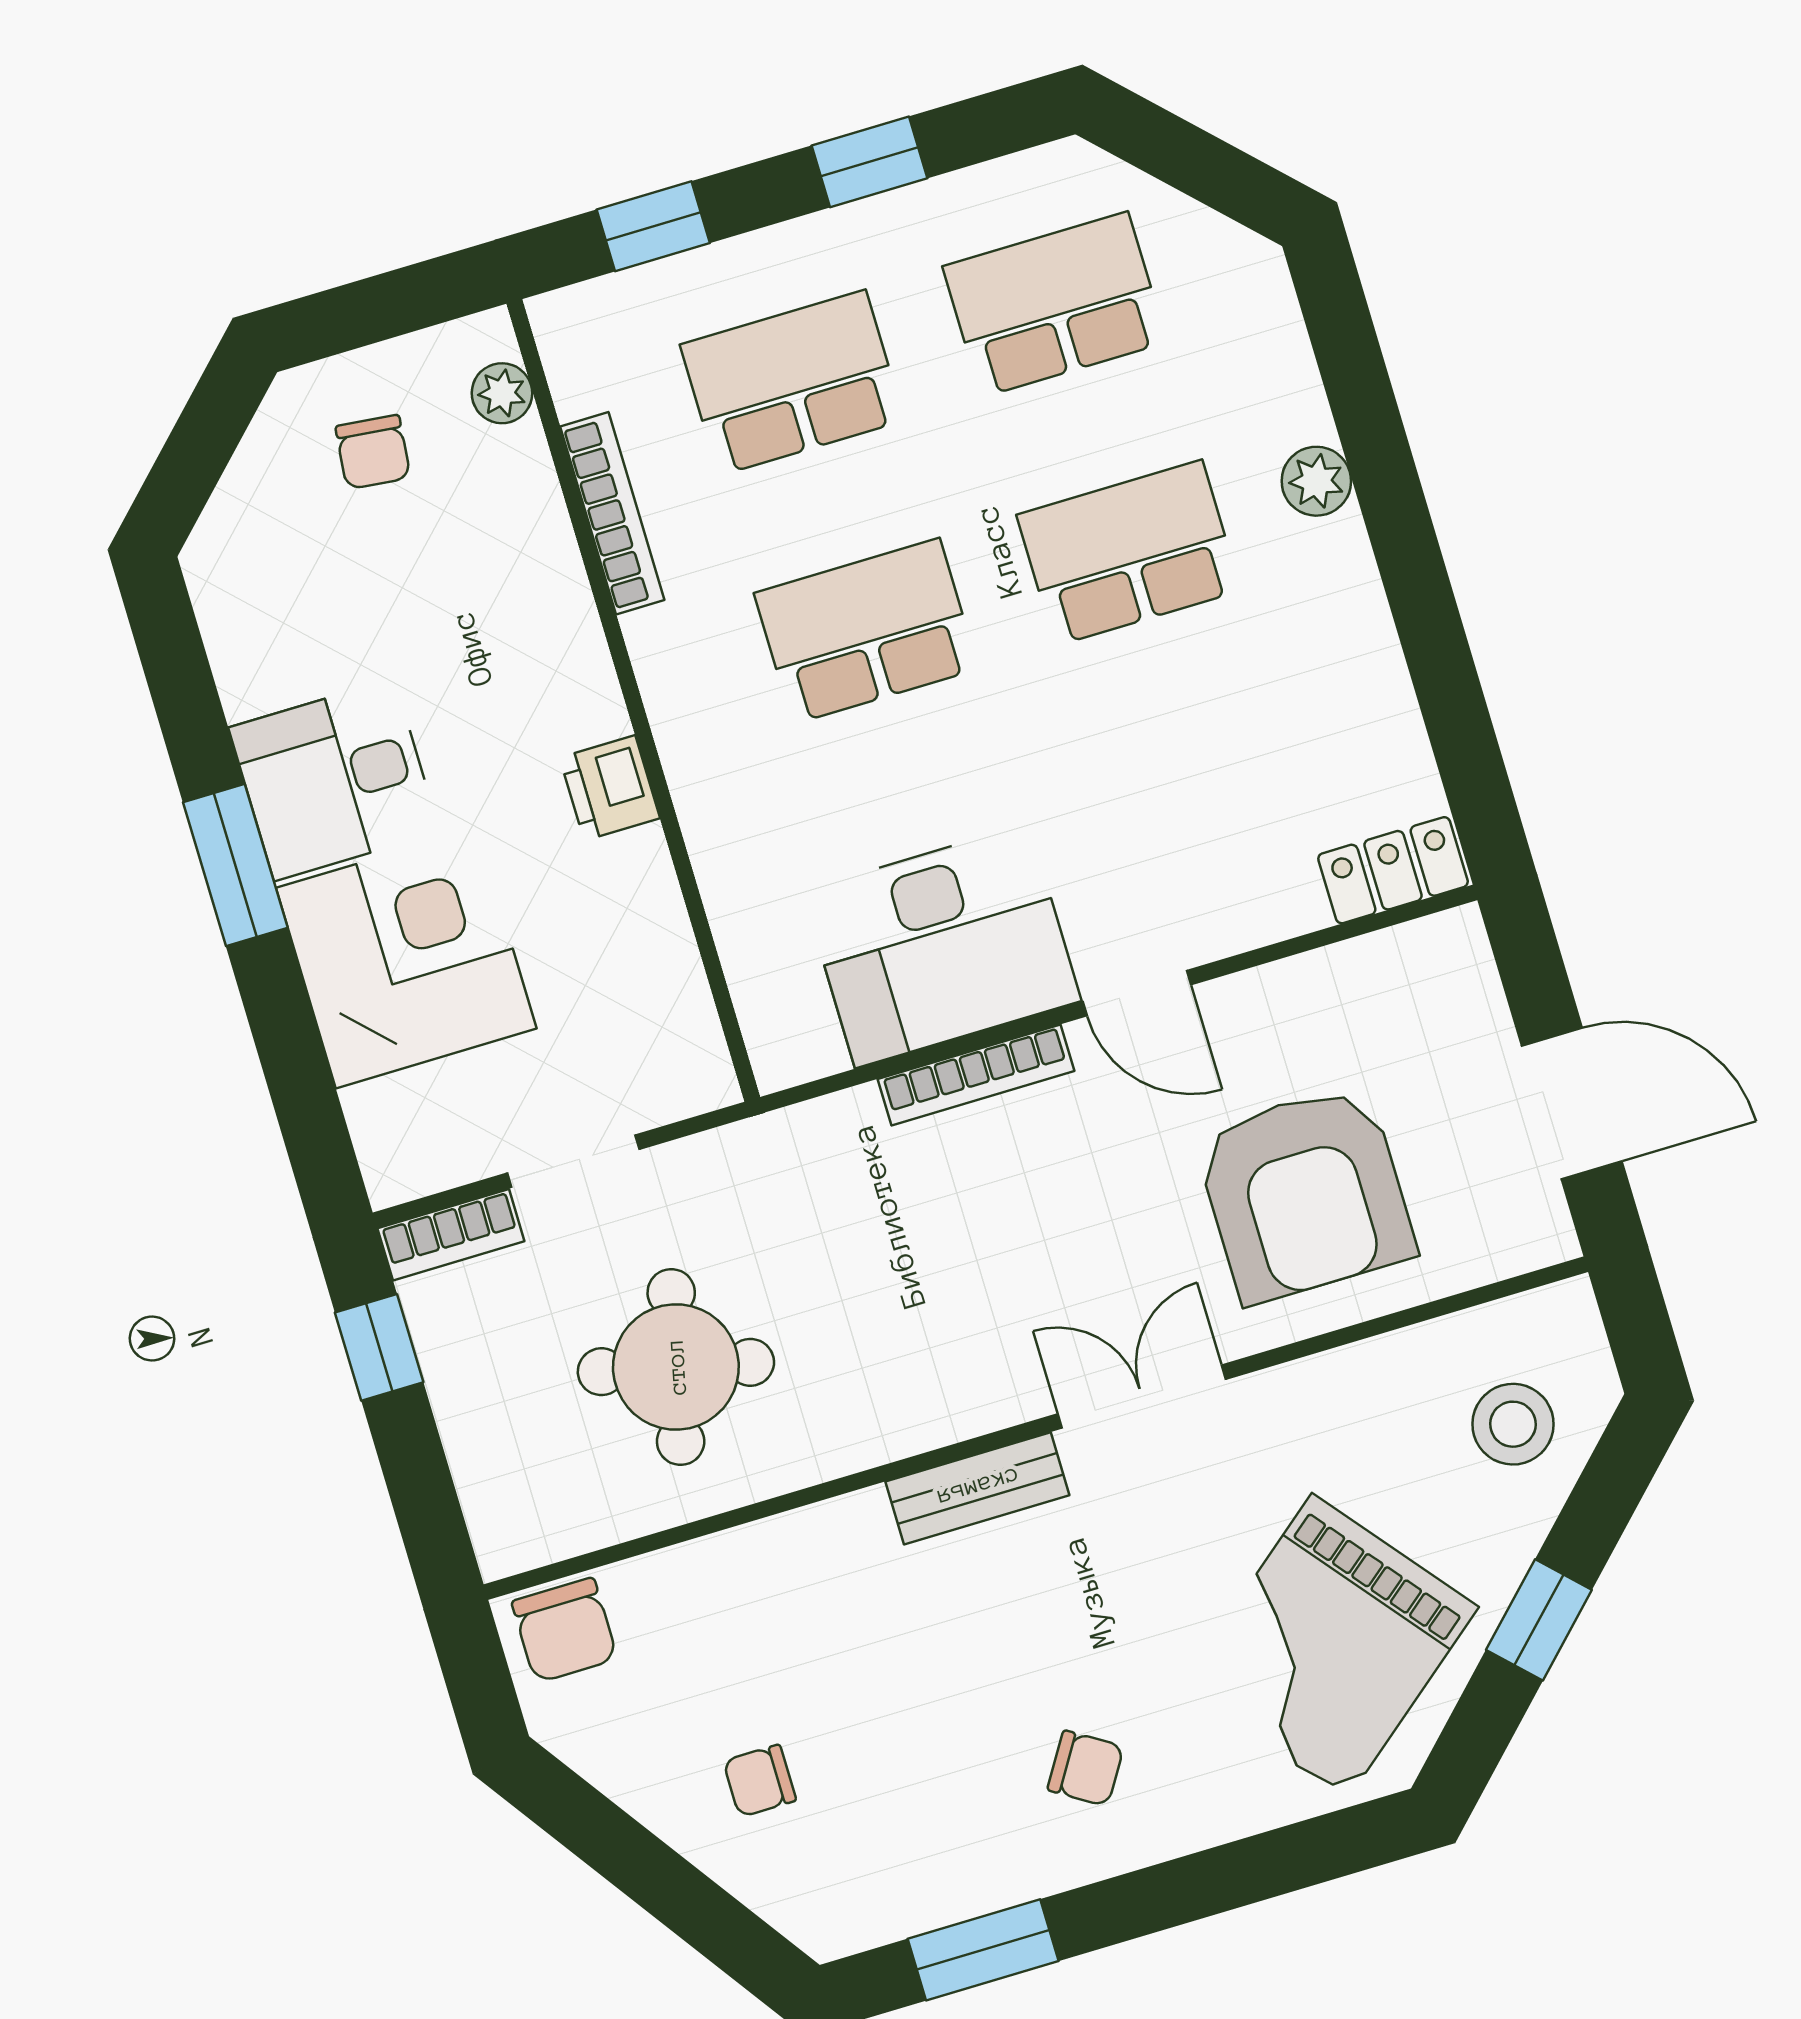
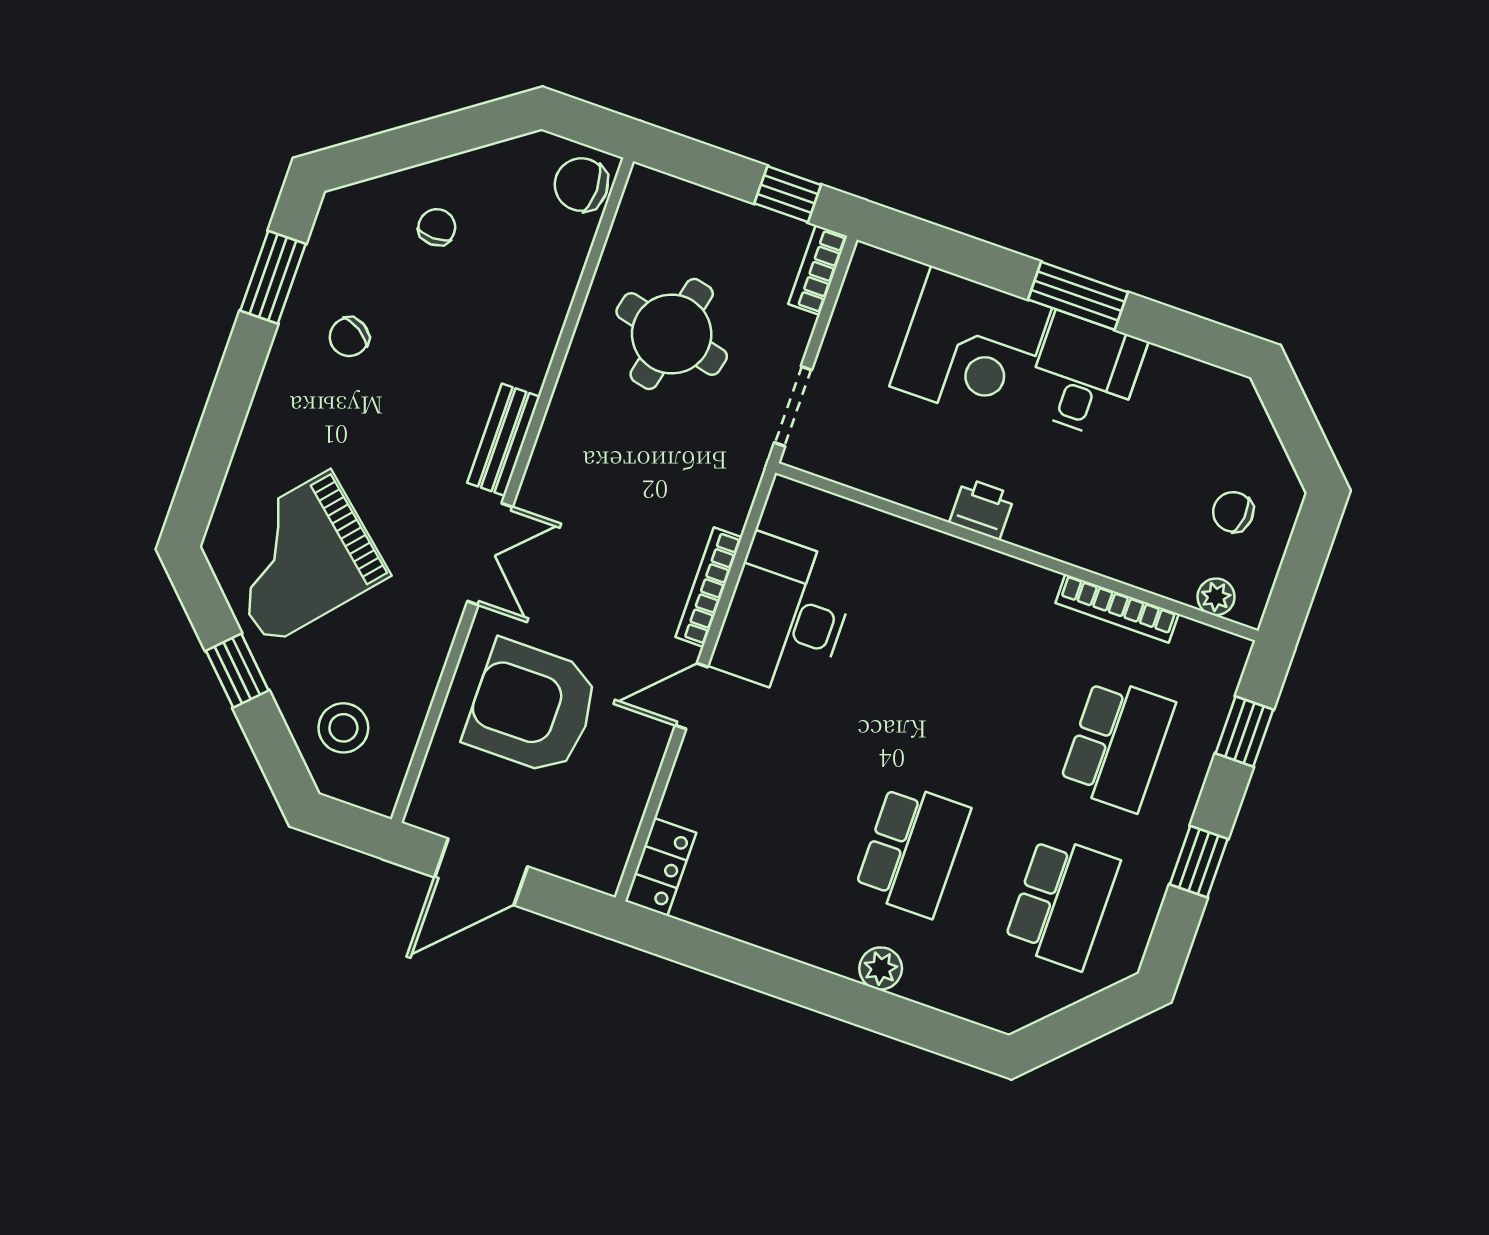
school desk: (866, 631) -> (968, 692), removed
doorway: (573, 1161) -> (793, 406), moved
grand piano: (1329, 1646) -> (299, 557), turned -100
chair: (1086, 1768) -> (349, 337), moved

